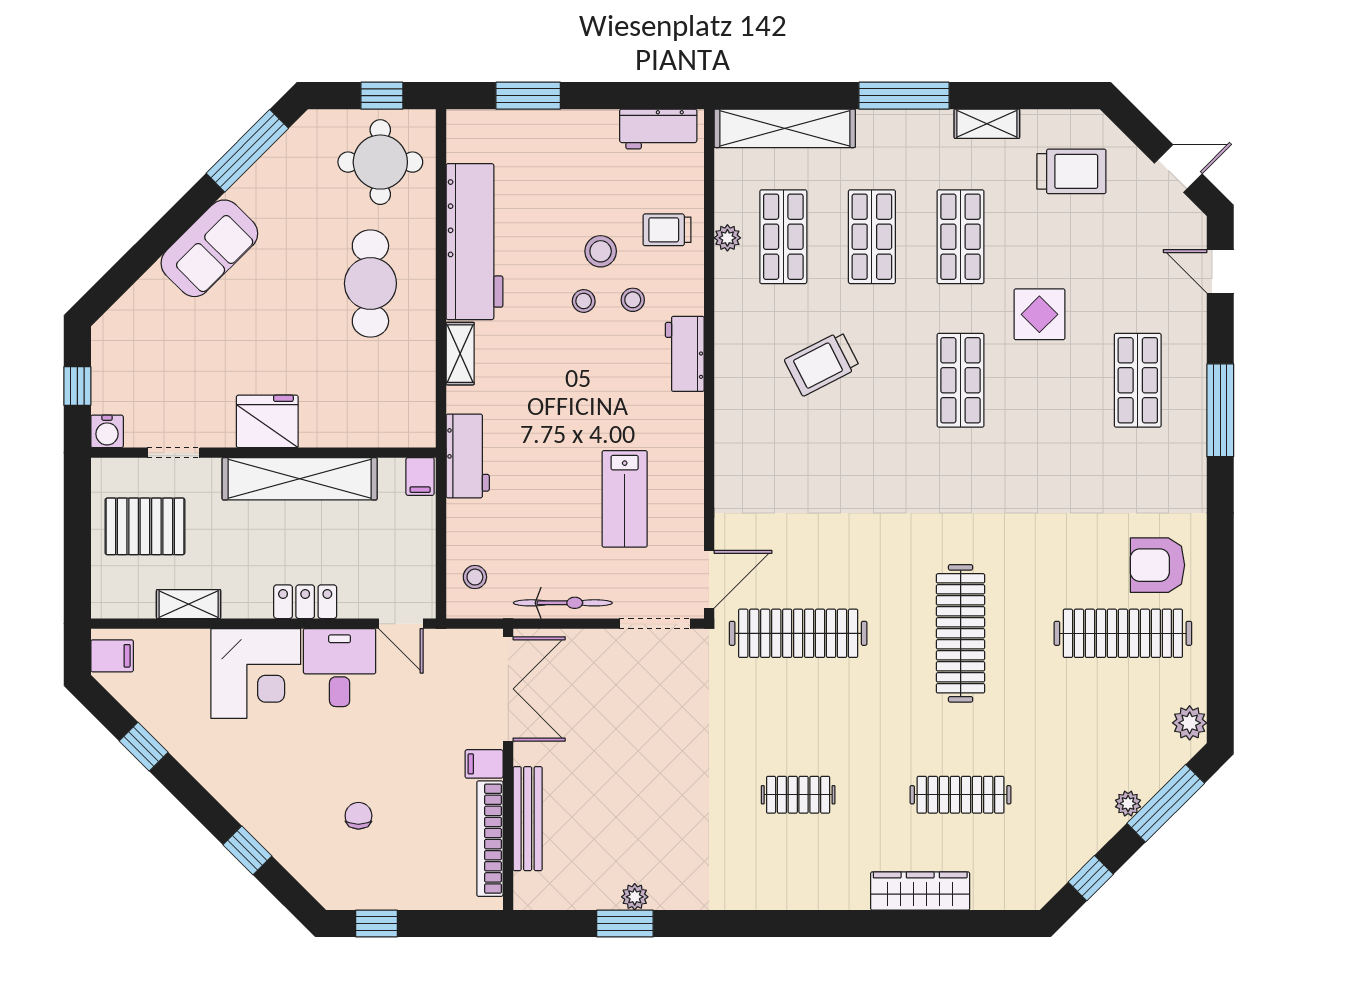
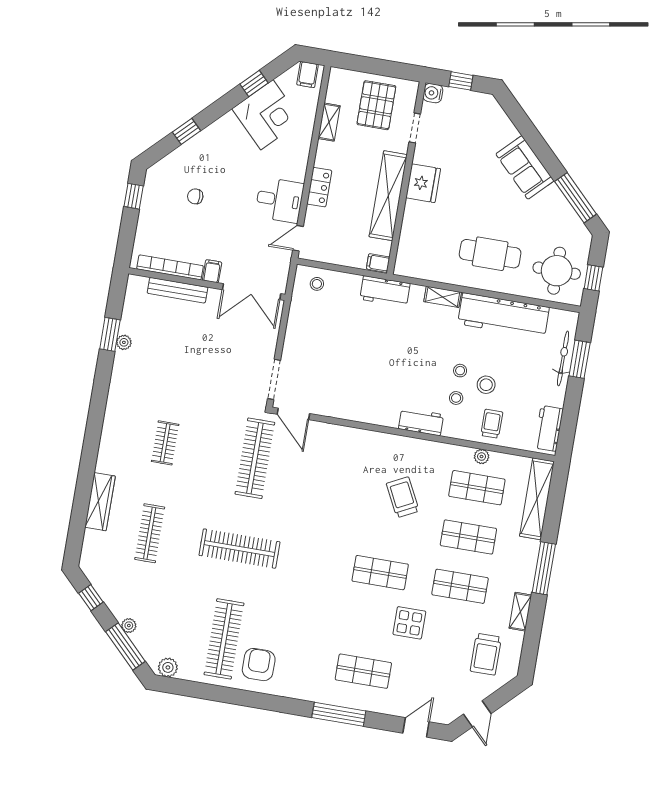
lab bench: (625, 499) -> (346, 375), removed
bicycle: (563, 603) -> (563, 358), moved, turned 180
corner desk: (256, 673) -> (267, 115), moved, turned -135
chair: (358, 816) -> (195, 196), turned 180

